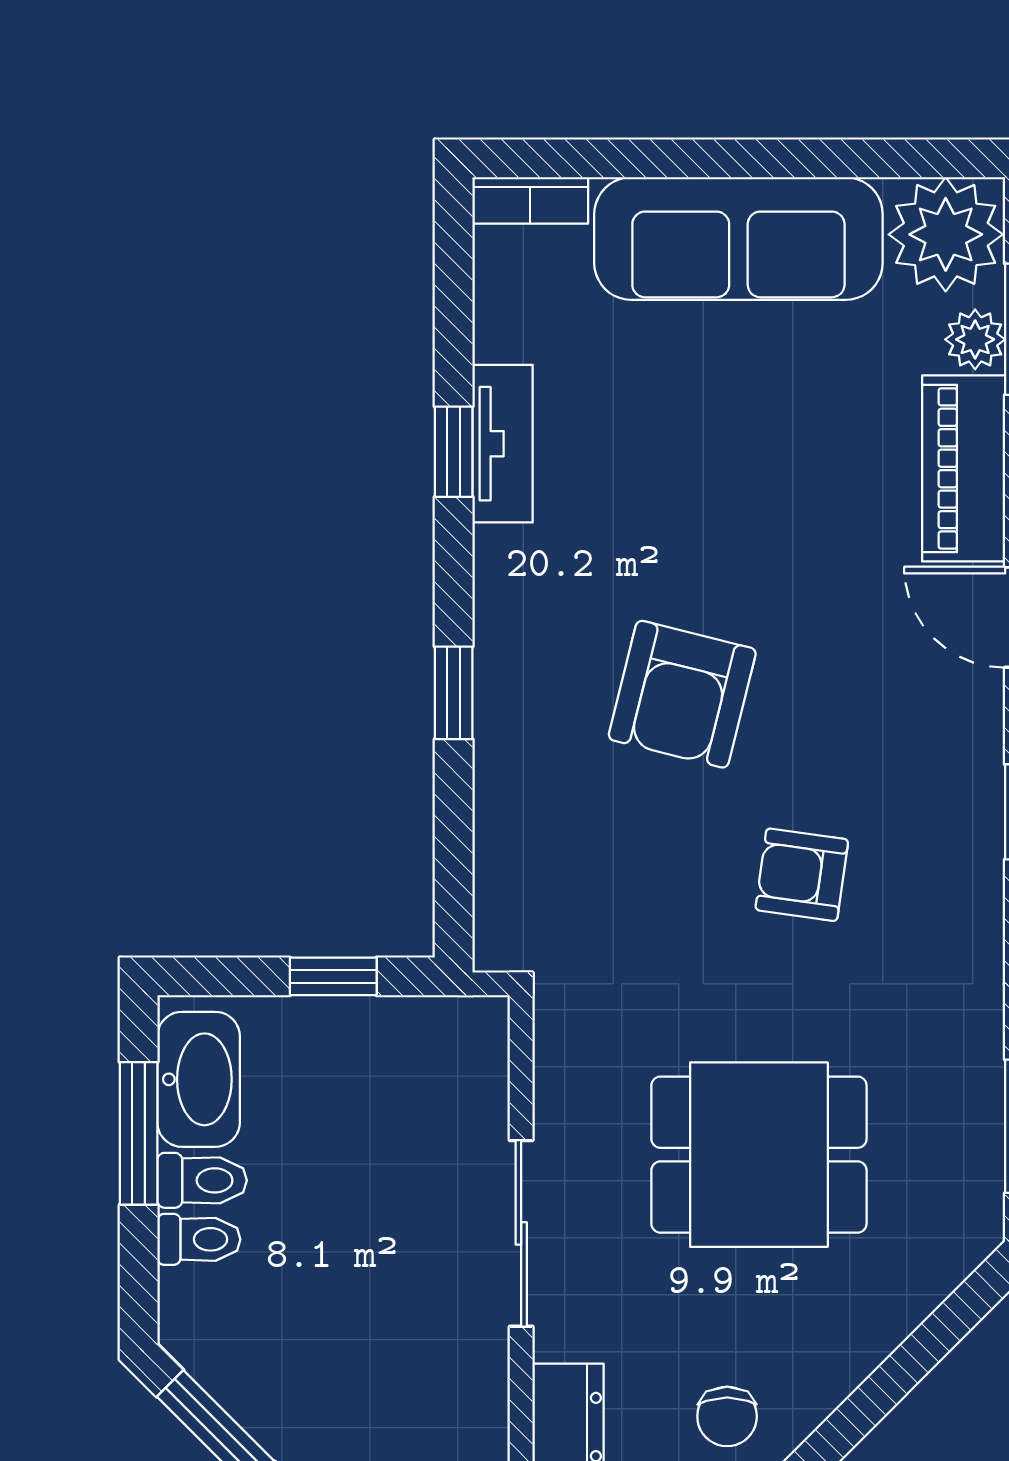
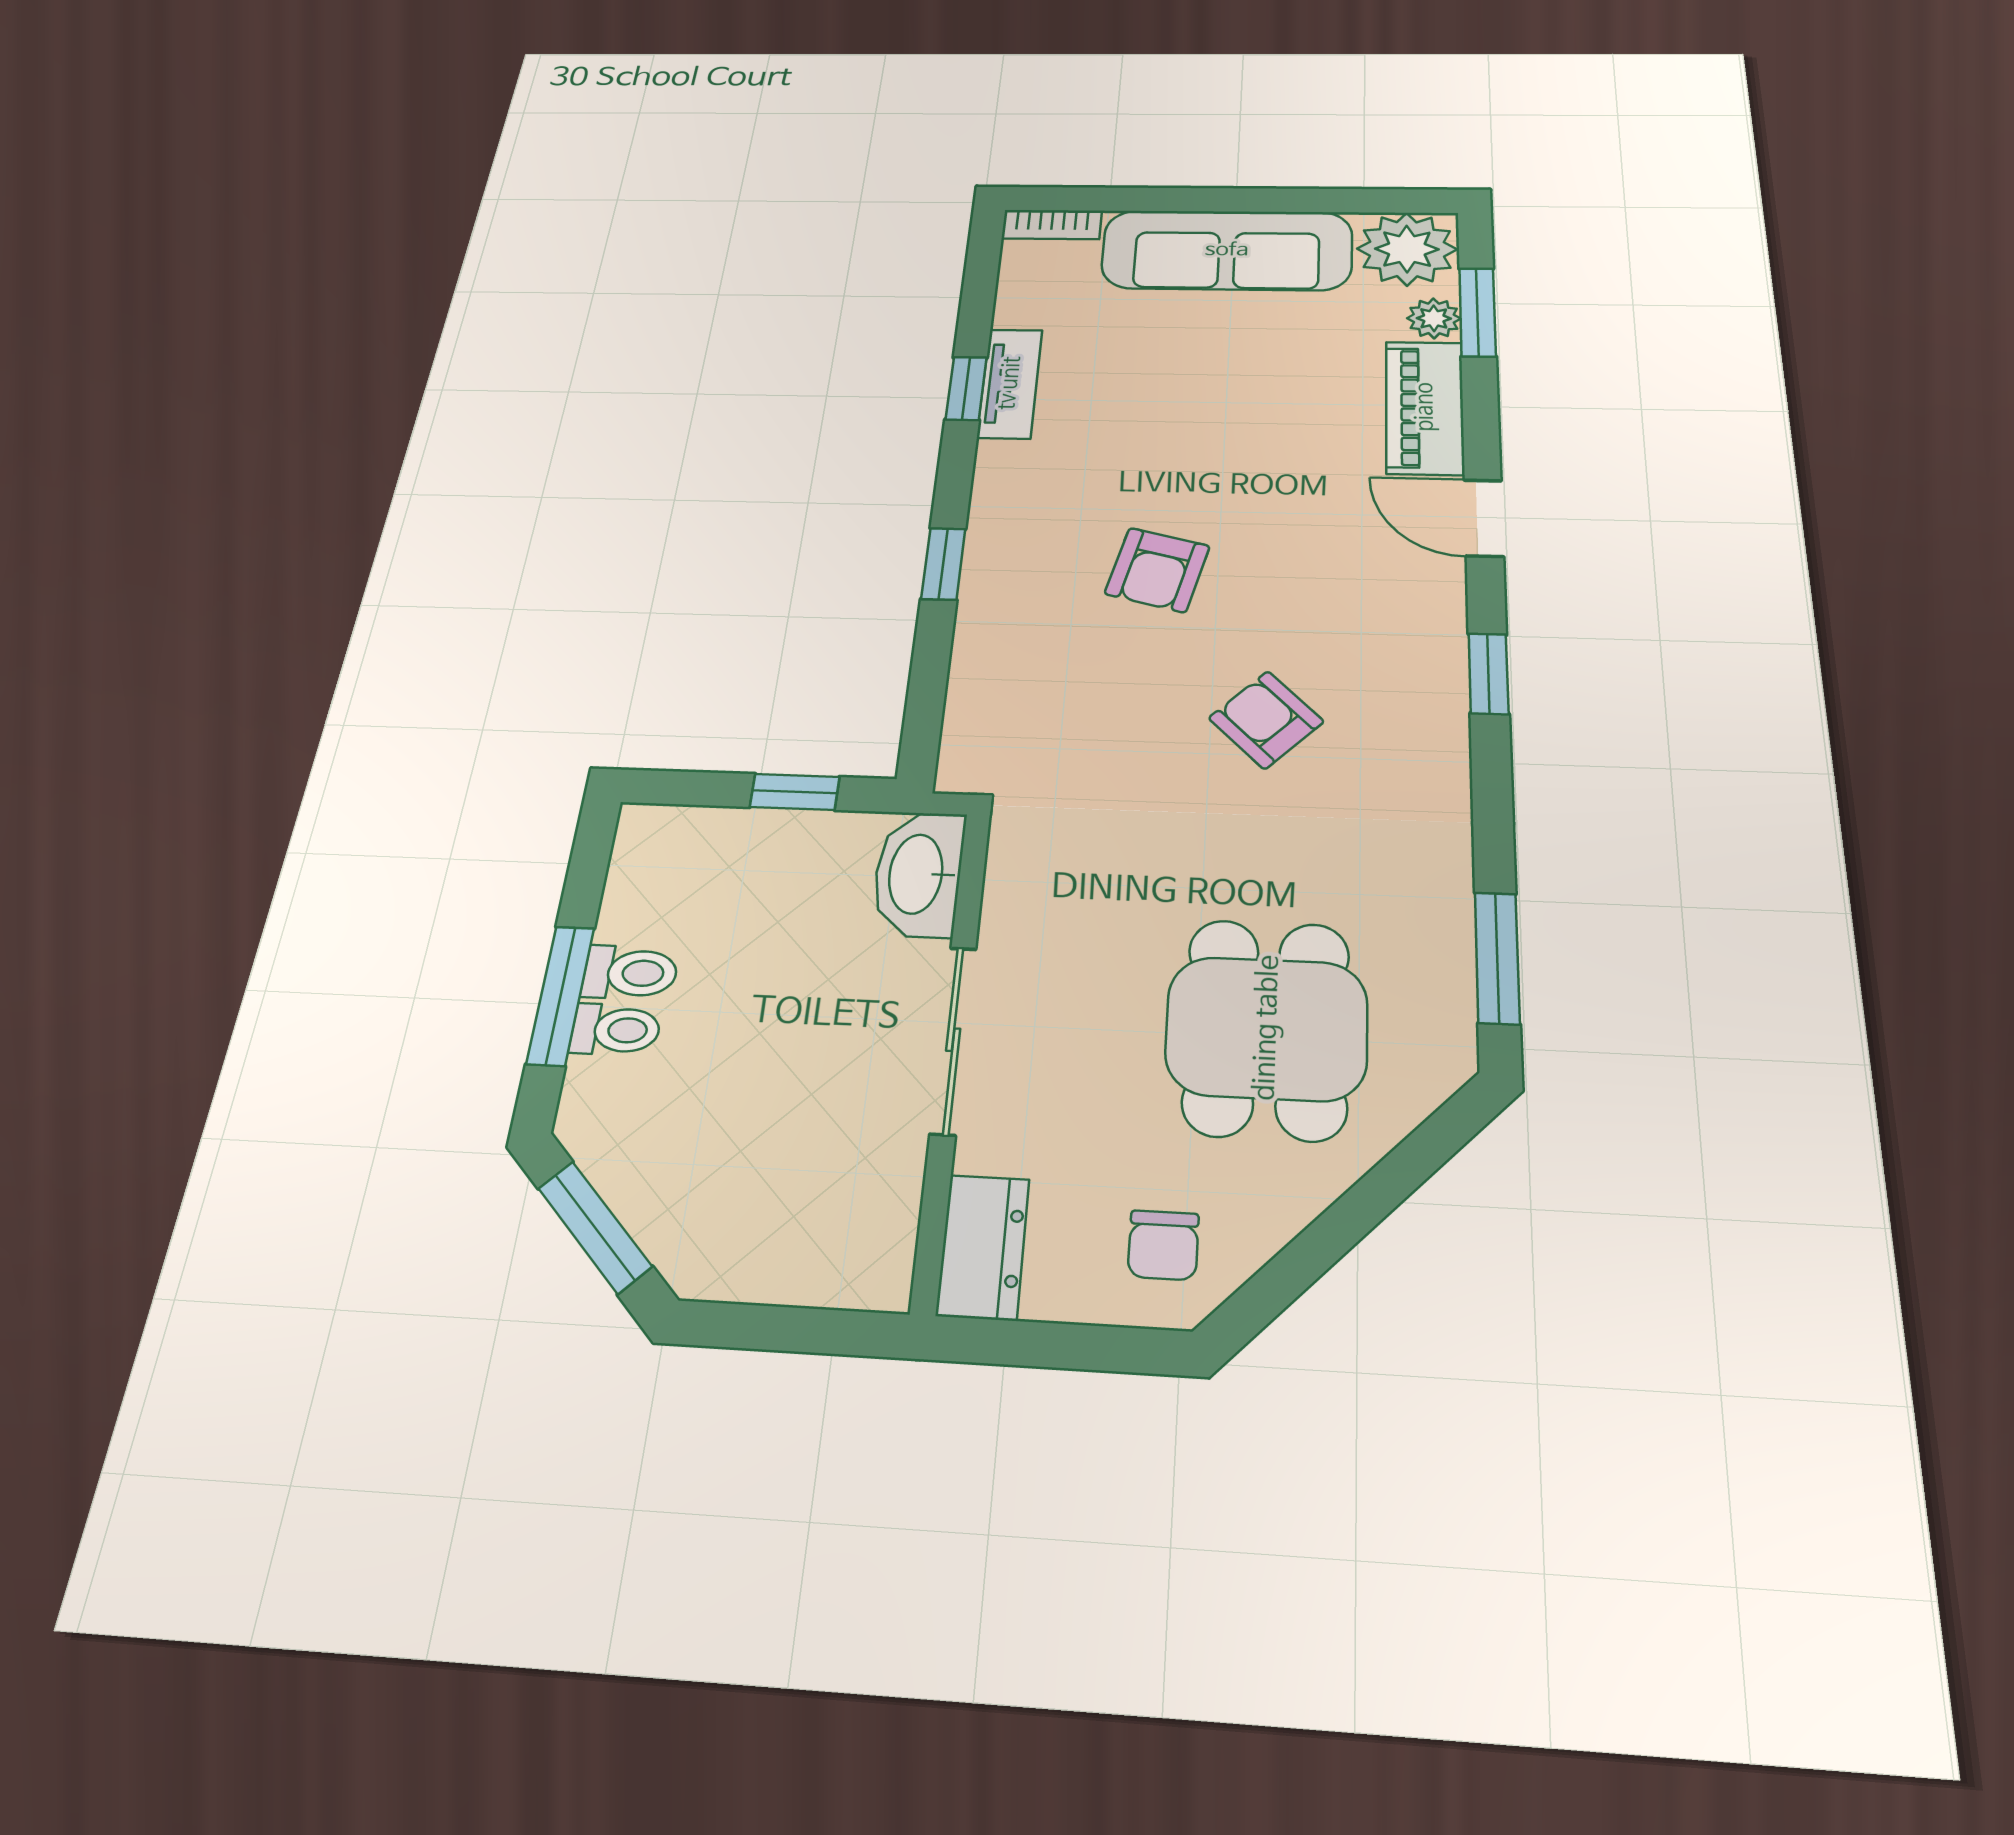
armchair: (682, 694) -> (1157, 570), width x0.72, depth x0.72
armchair: (802, 875) -> (1266, 720), turned 37
washbasin: (199, 1079) -> (918, 874), moved, turned 180
window: (139, 1133) -> (561, 995), moved
dining table: (759, 1155) -> (1267, 1028), moved, turned 90

